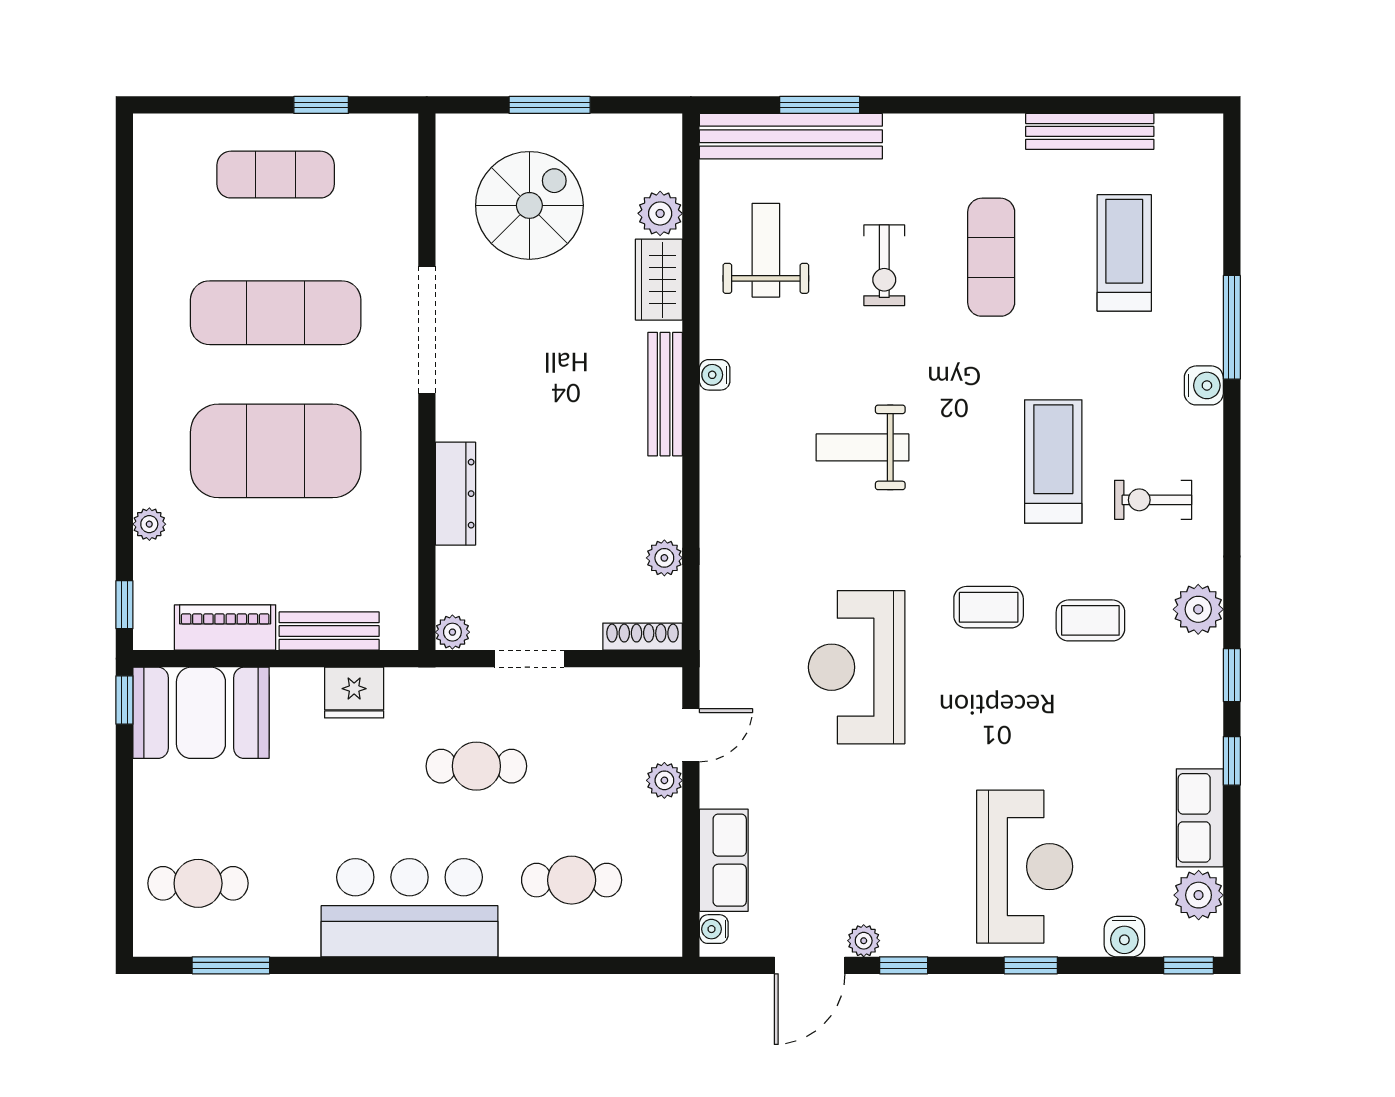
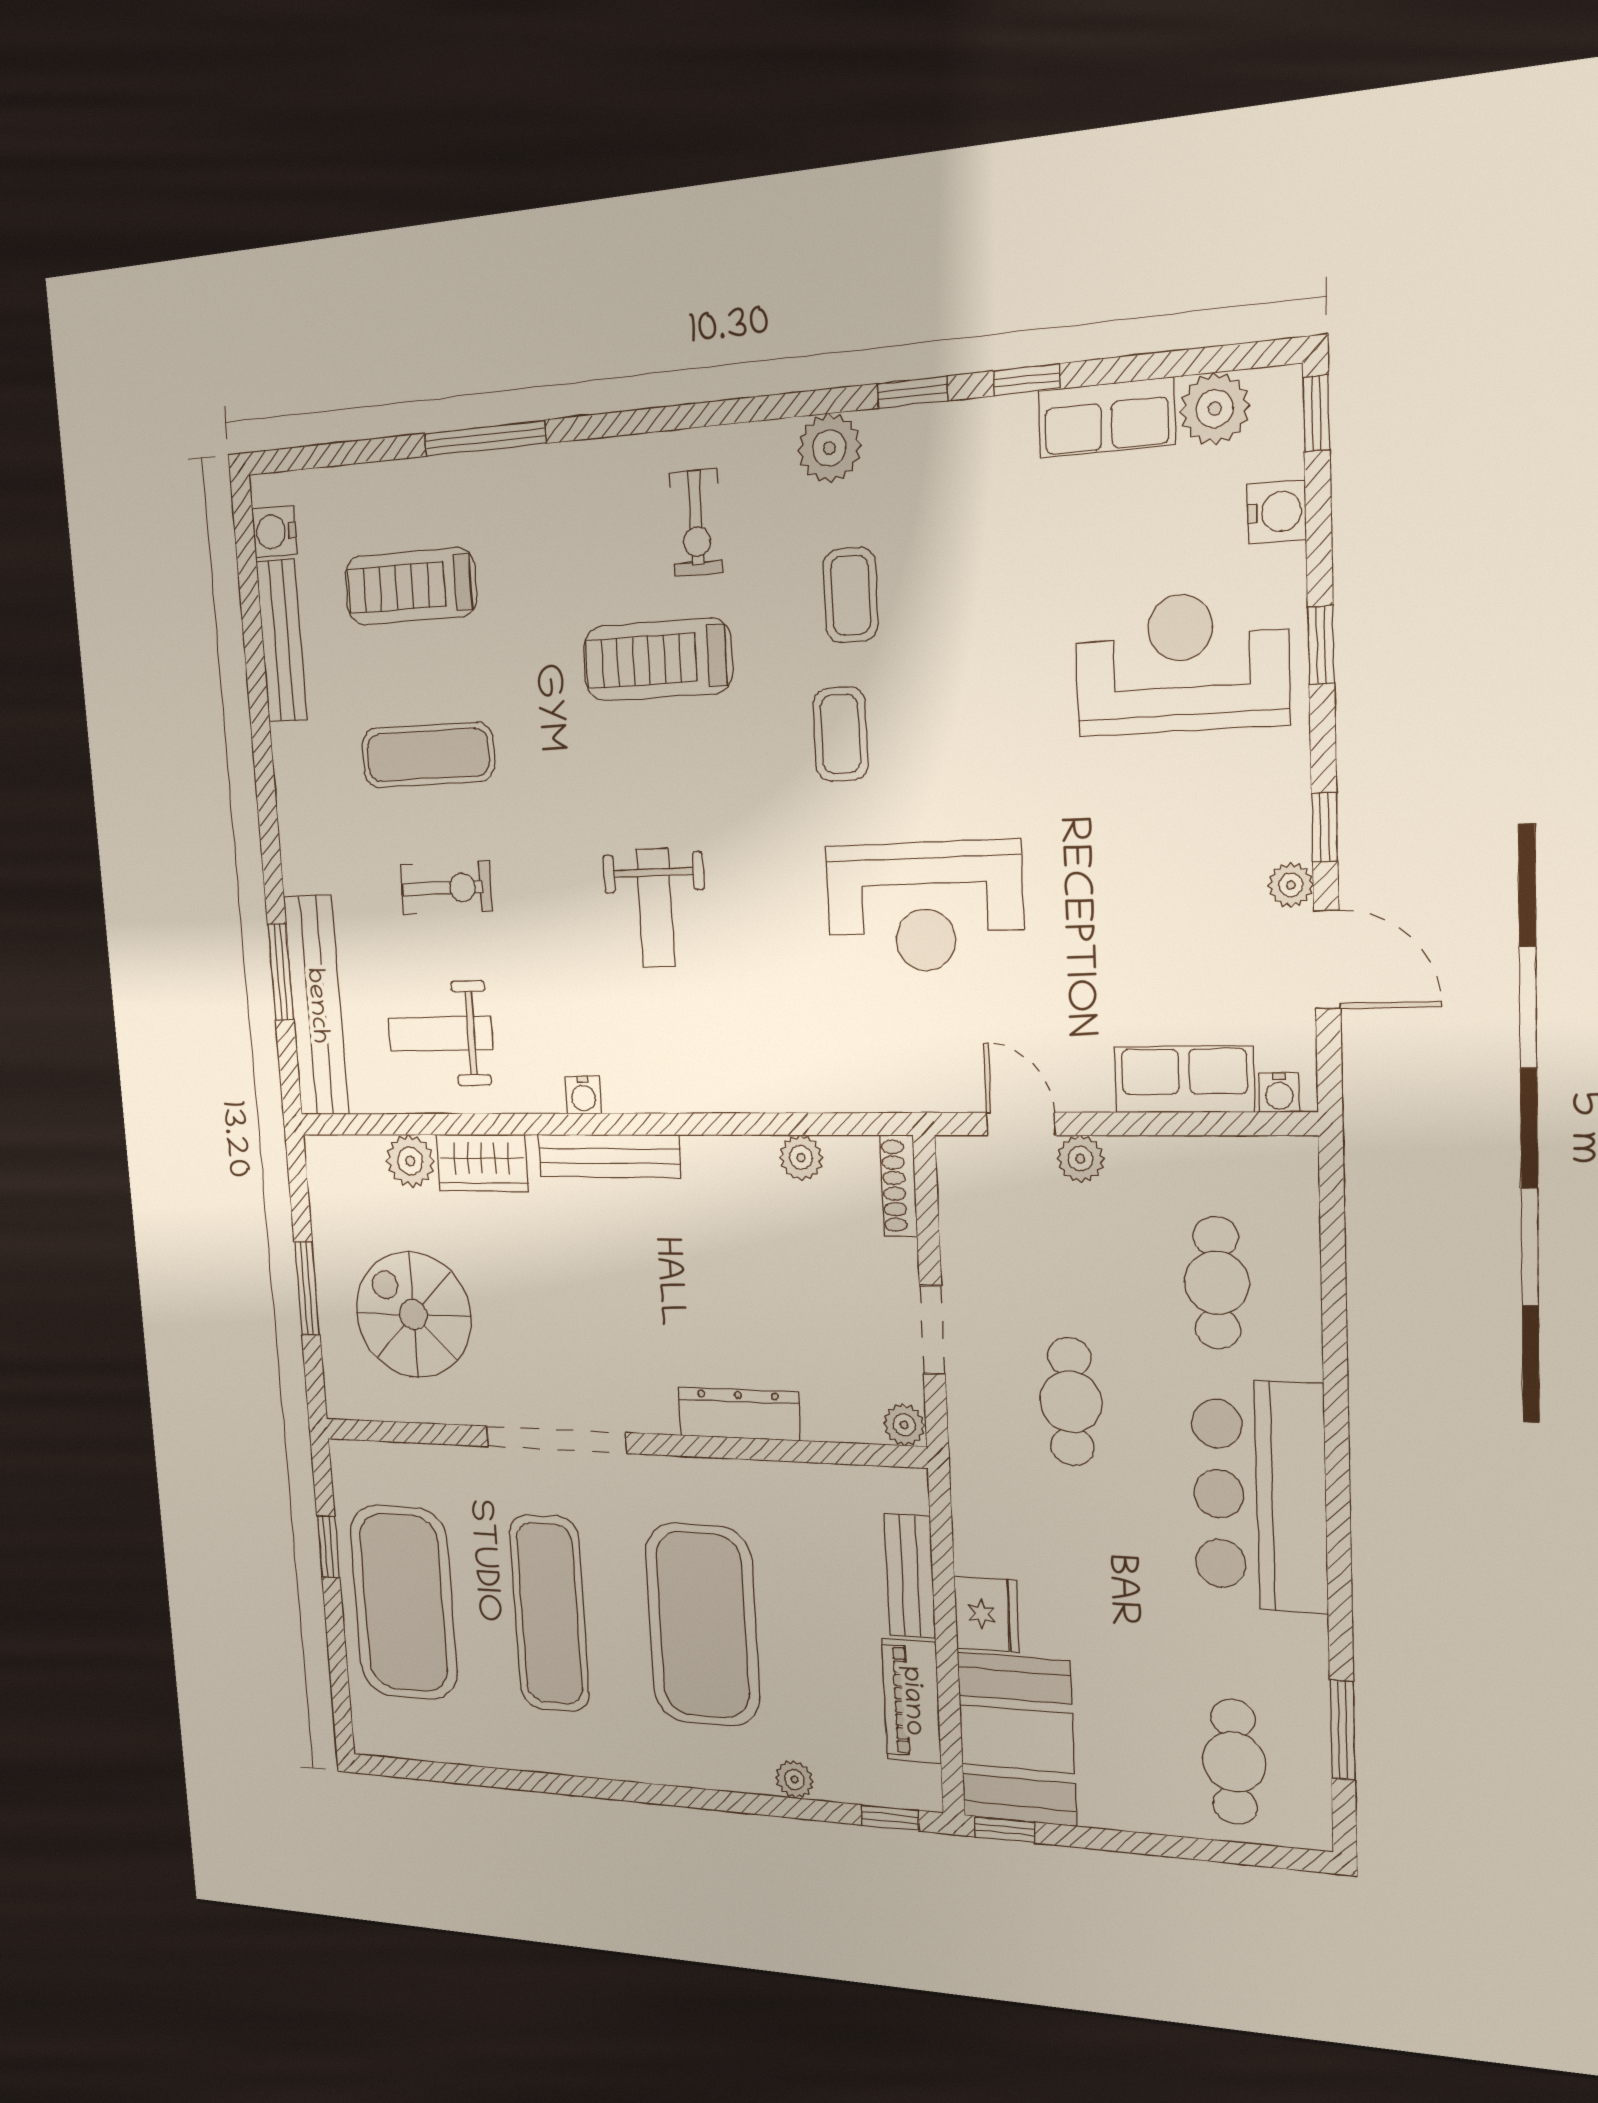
exercise mat: (276, 175) -> (404, 1603), width x2.00, depth x1.45
water cooler: (1204, 385) -> (274, 532), moved, turned -90
fridge: (354, 693) -> (987, 1614), moved

